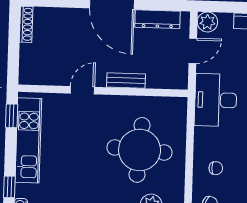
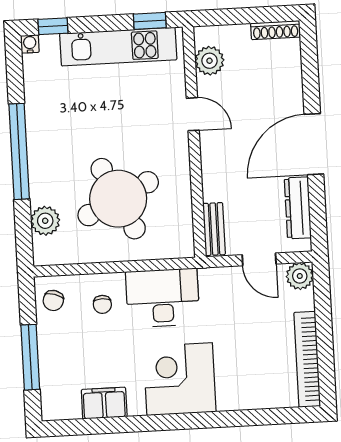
plant: (44, 75) -> (209, 61), added
bench: (126, 80) -> (214, 229), moved
desk: (216, 100) -> (163, 298), moved
round table: (140, 150) -> (118, 199), turned -30

